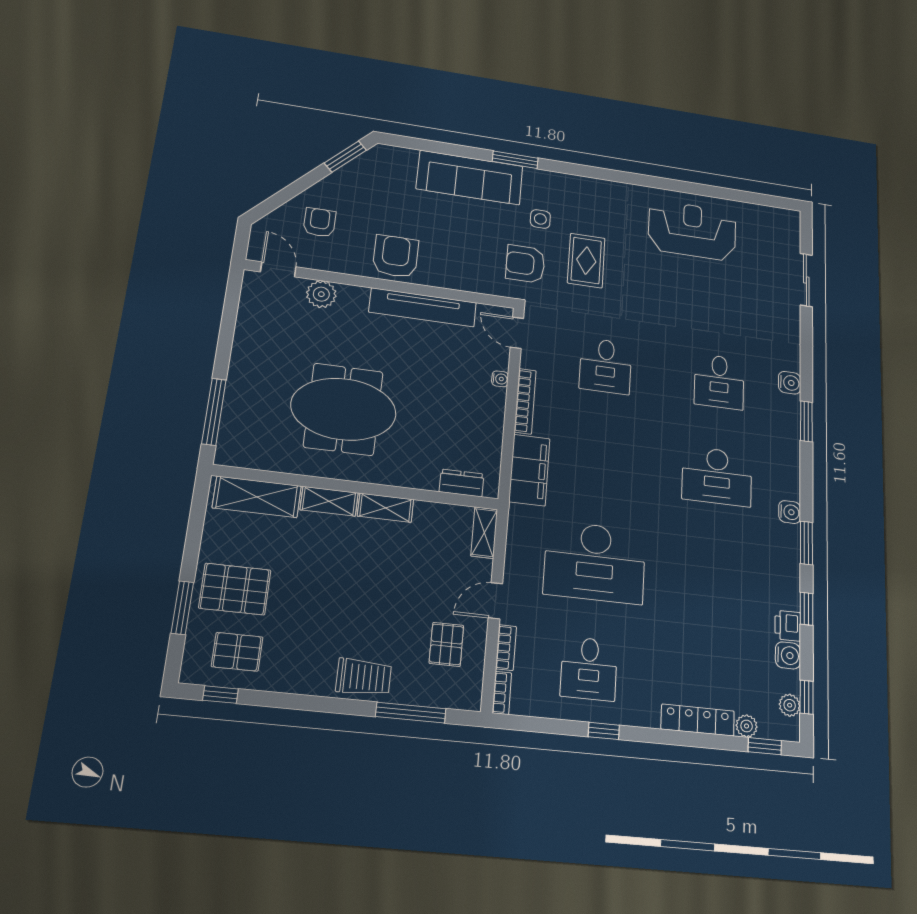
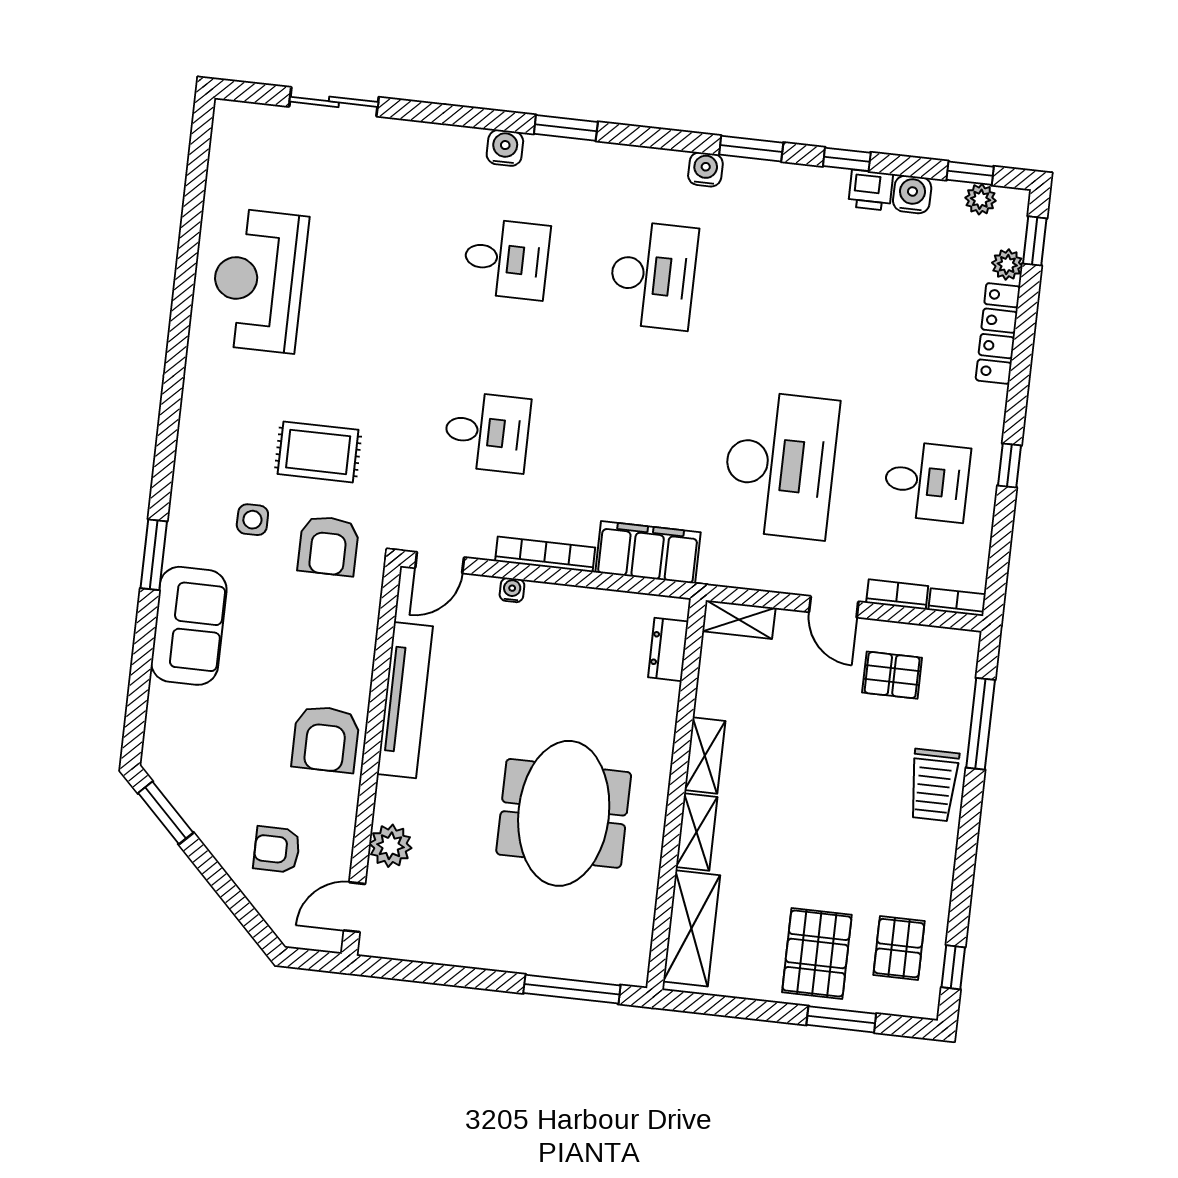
sofa: (470, 178) -> (189, 626), width x0.73
armchair: (396, 256) -> (326, 739), turned -90
trolley: (364, 677) -> (934, 785), turned 180

